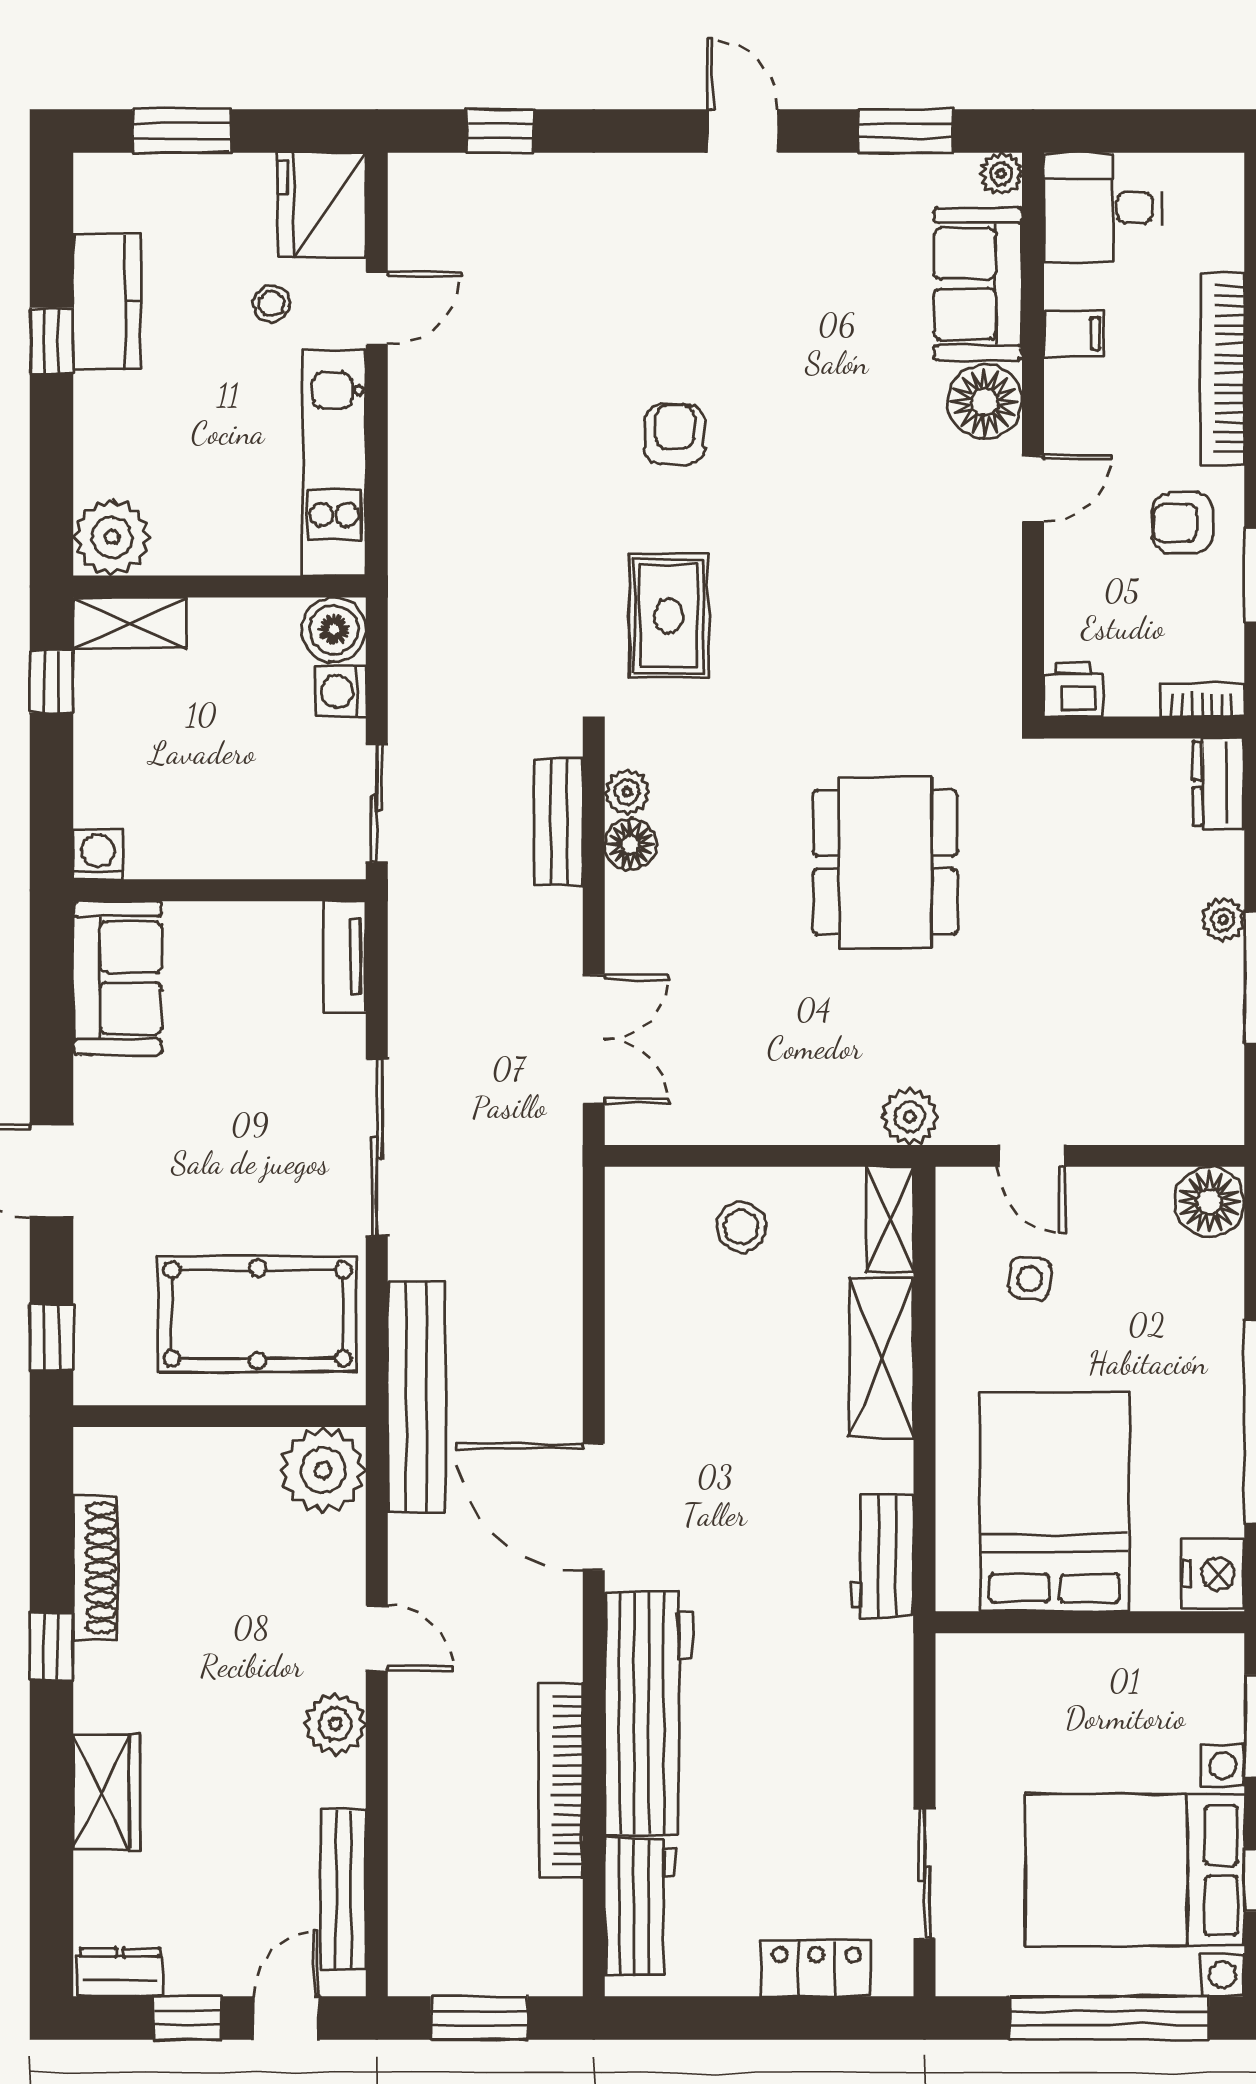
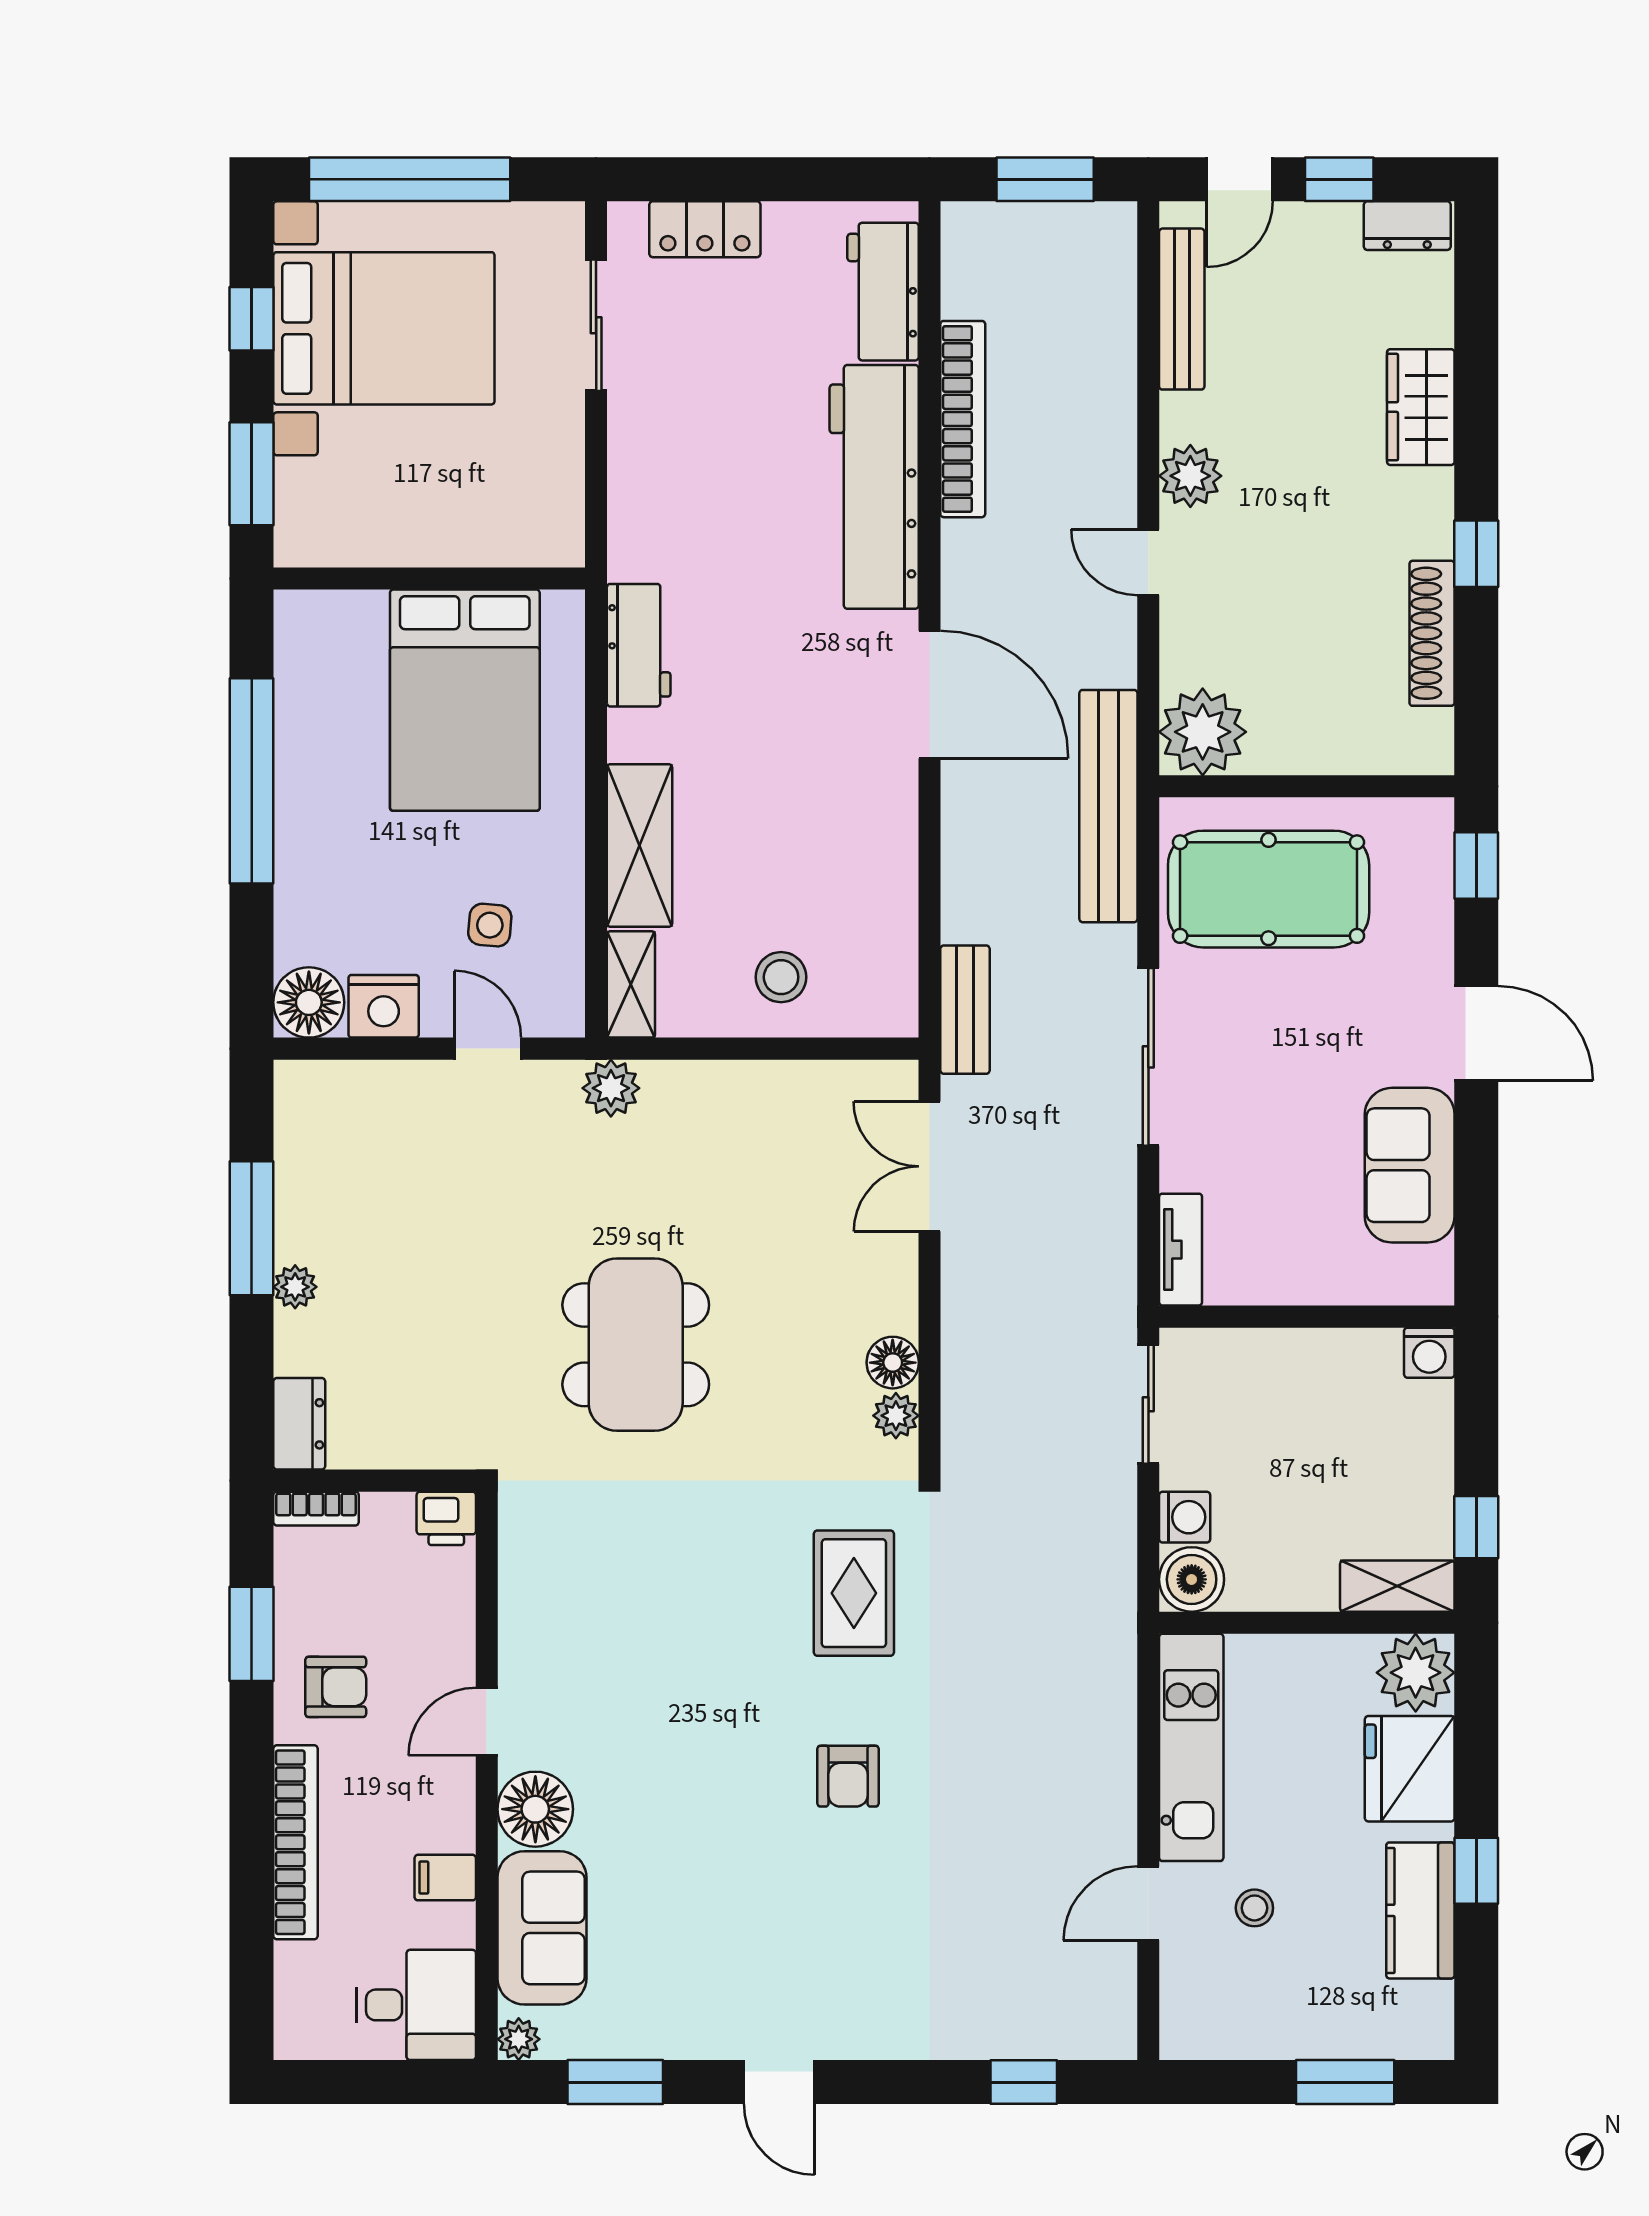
fridge: (322, 205) -> (1410, 1769), moved, turned 180
bench: (559, 822) -> (965, 1010), moved
sofa: (118, 978) -> (1410, 1165), moved
nightstand: (1213, 1574) -> (384, 1006), moved, turned -90

